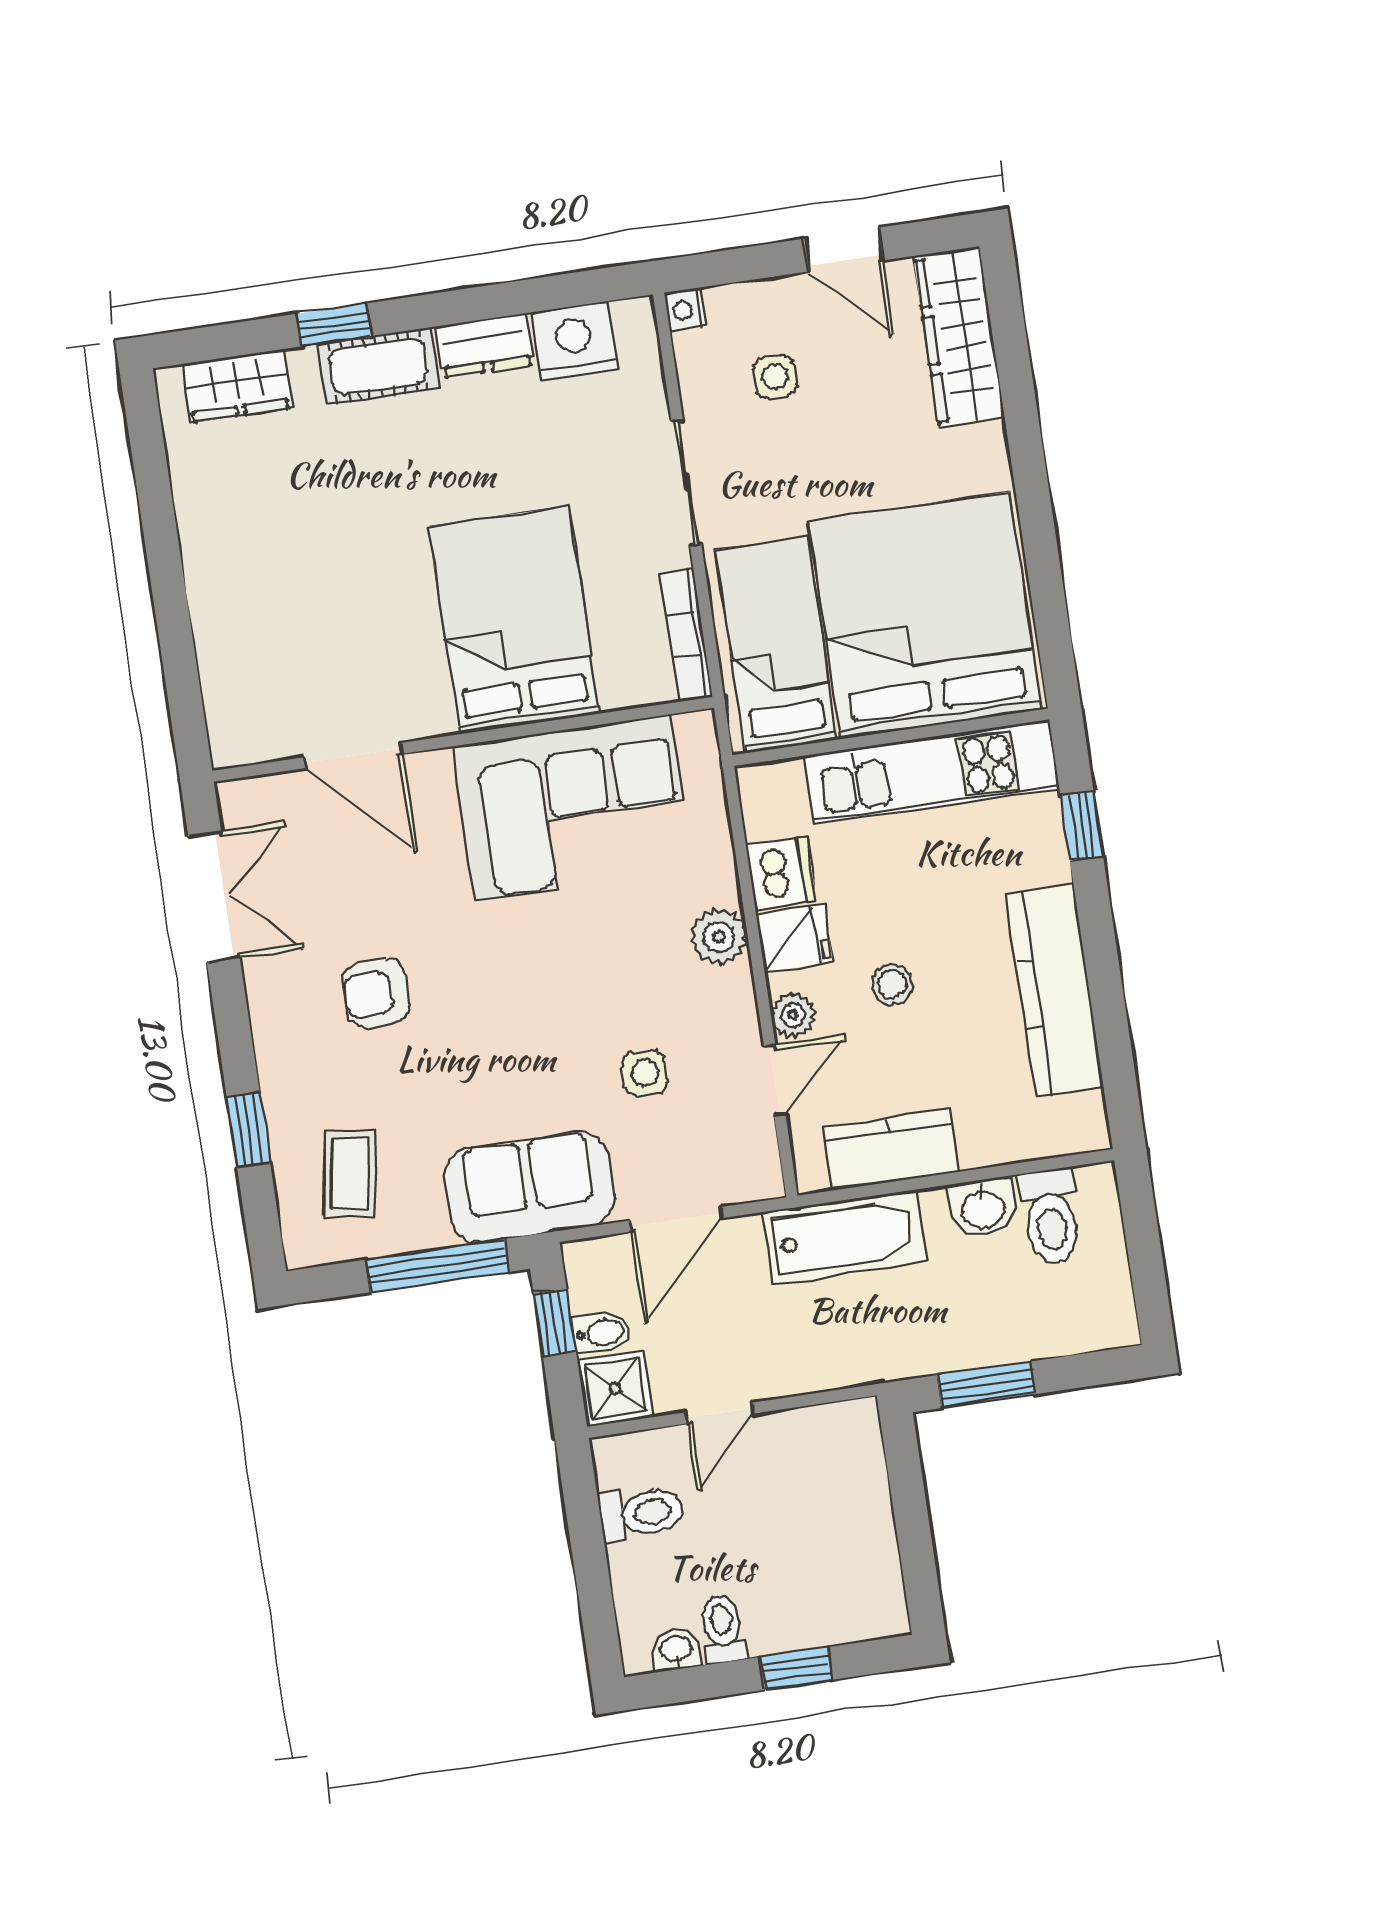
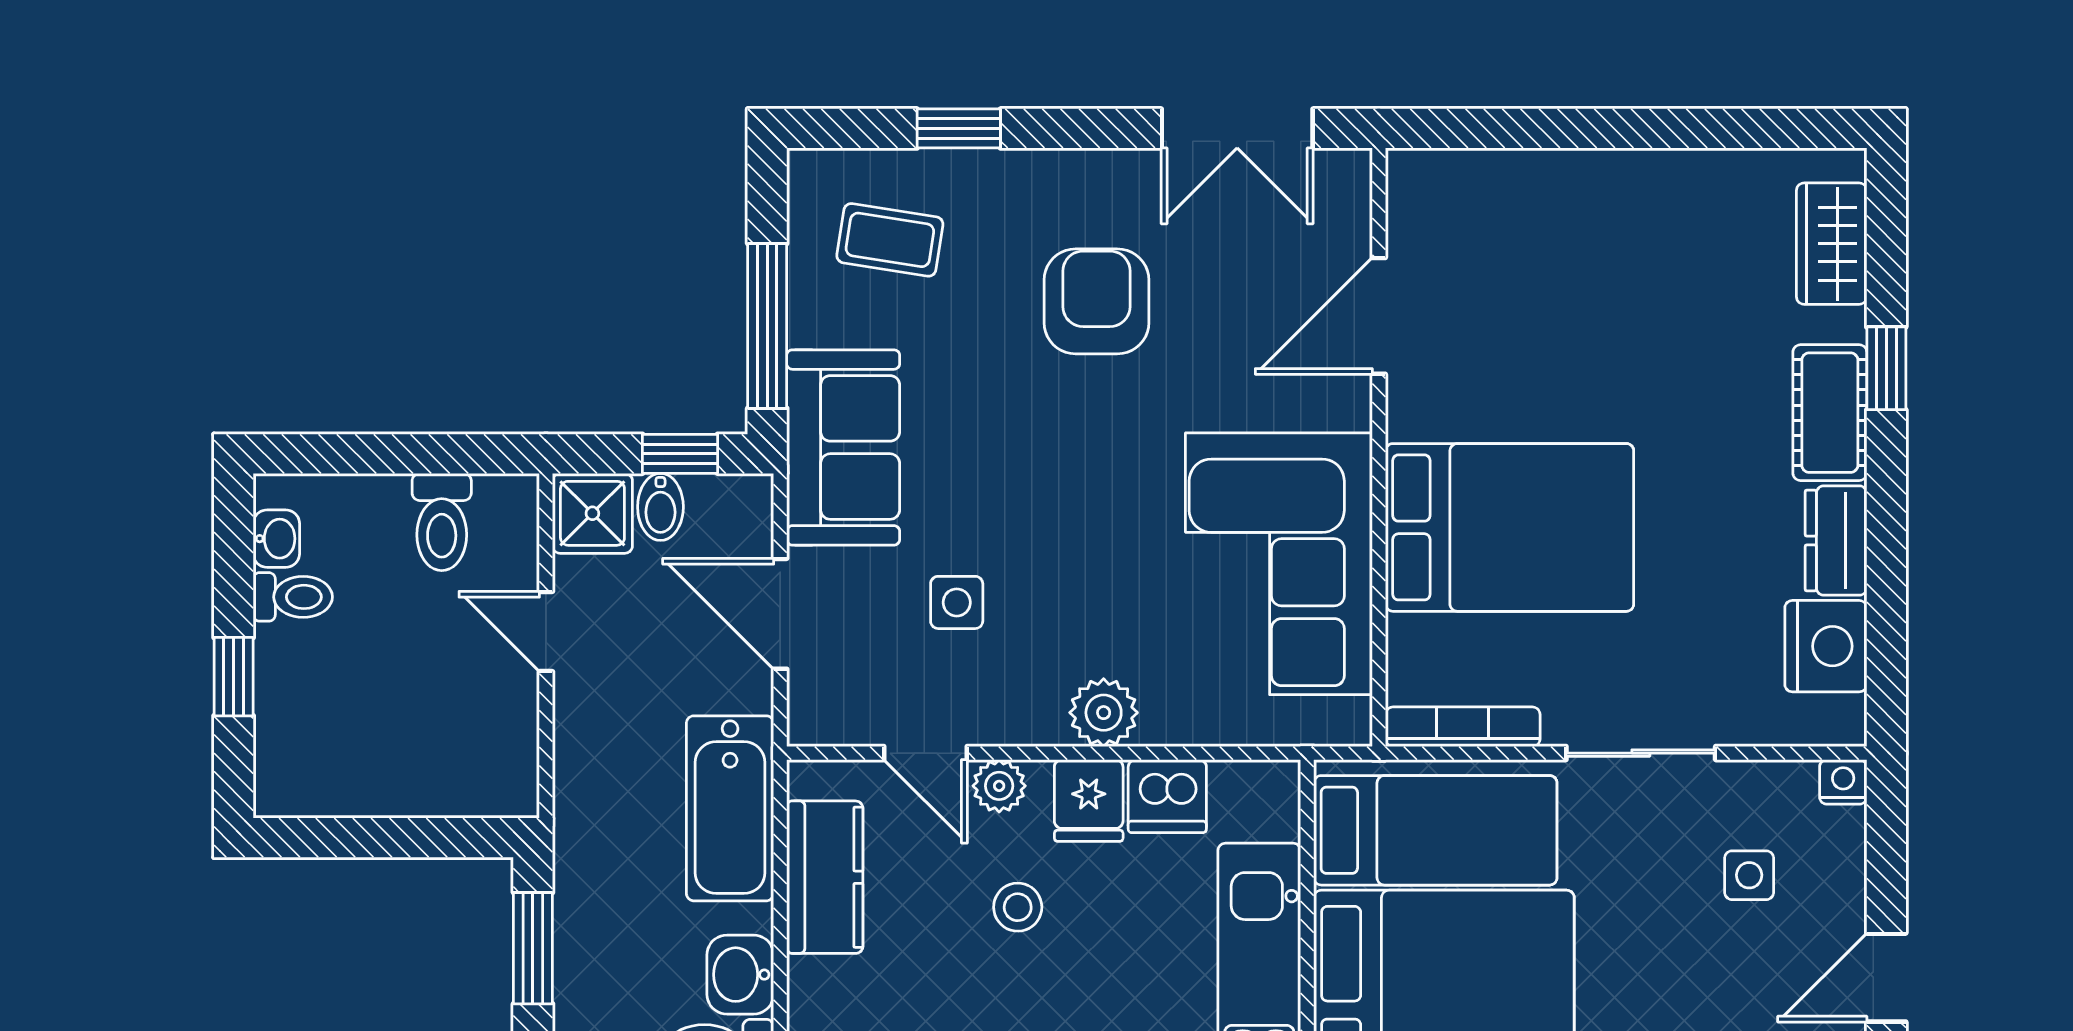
armchair: (376, 993) -> (1096, 301), width x1.38, depth x1.38

